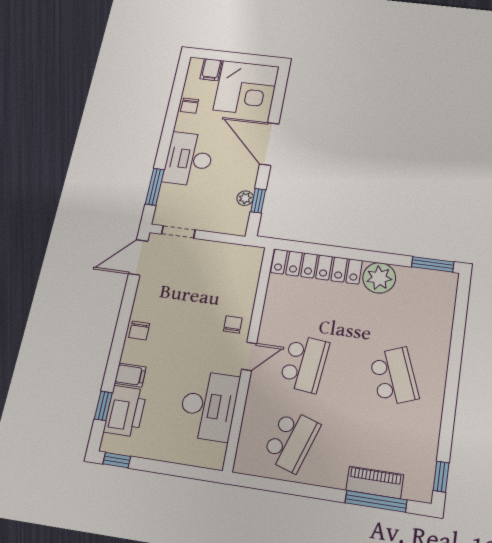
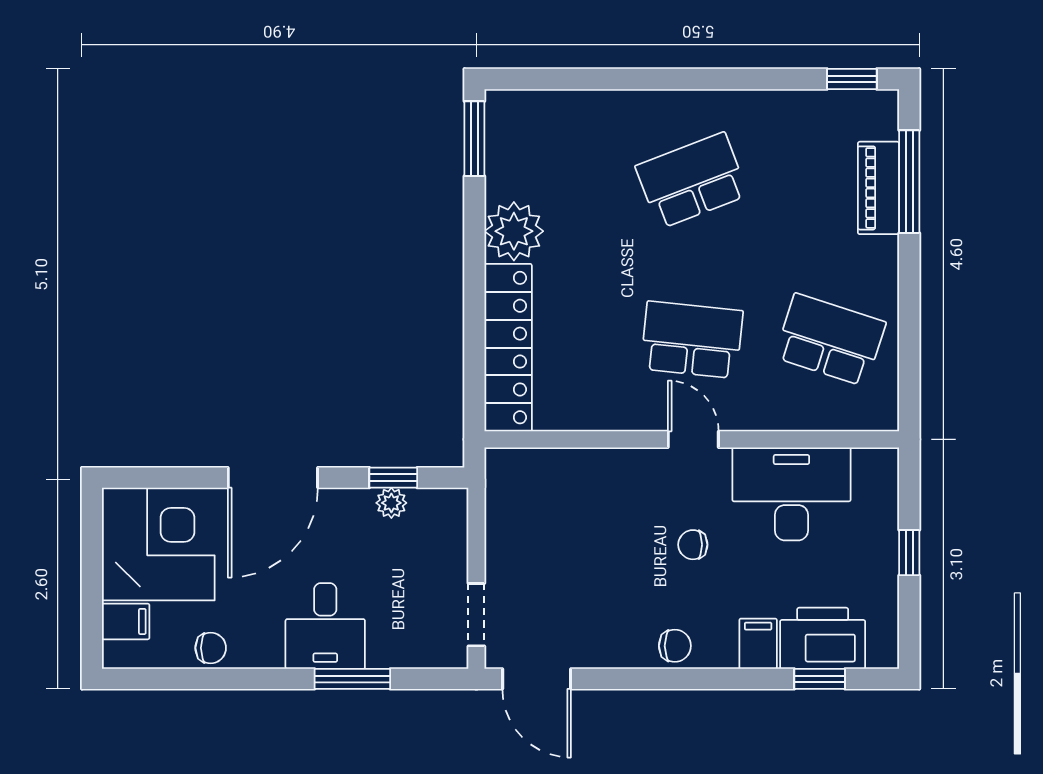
desk: (189, 159) -> (325, 626), width x0.73
window: (155, 187) -> (352, 679), moved
chair: (233, 324) -> (693, 545), moved
window: (117, 460) -> (909, 553), moved

